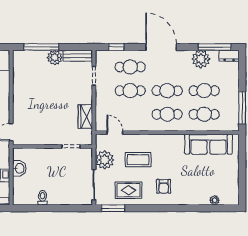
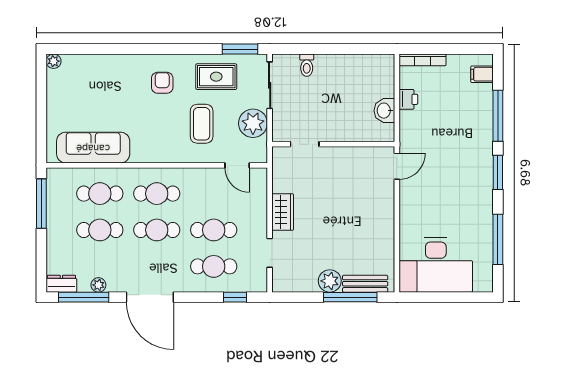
door: (161, 47) -> (150, 297), moved
bench: (78, 56) -> (365, 284), moved
plant: (201, 59) -> (98, 285), width x0.53, depth x0.53
wardrobe: (85, 117) -> (283, 212), moved
coffee table: (138, 160) -> (202, 124), turned 90
toilet: (43, 198) -> (307, 65), moved
plant: (215, 200) -> (54, 61), moved

